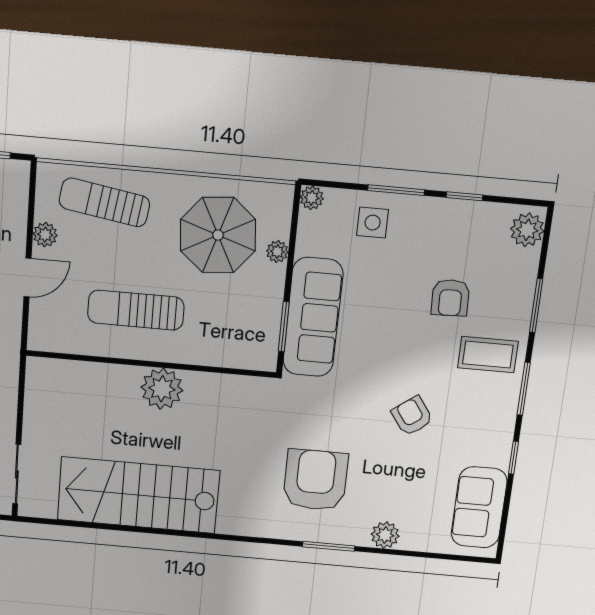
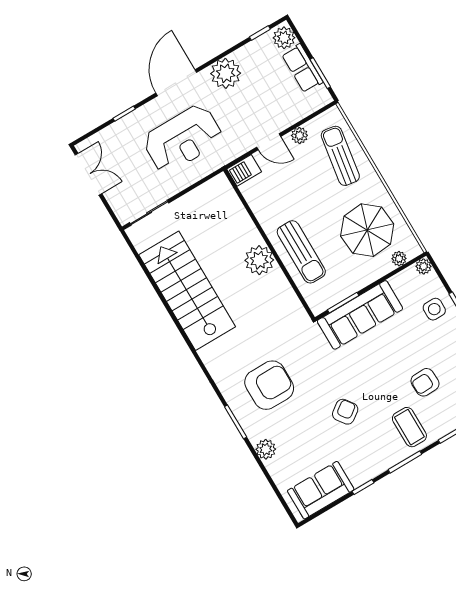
plant: (277, 252) -> (399, 259), moved
sun lounger: (136, 310) -> (301, 252), moved, turned 180
barbecue: (42, 331) -> (244, 170), added

